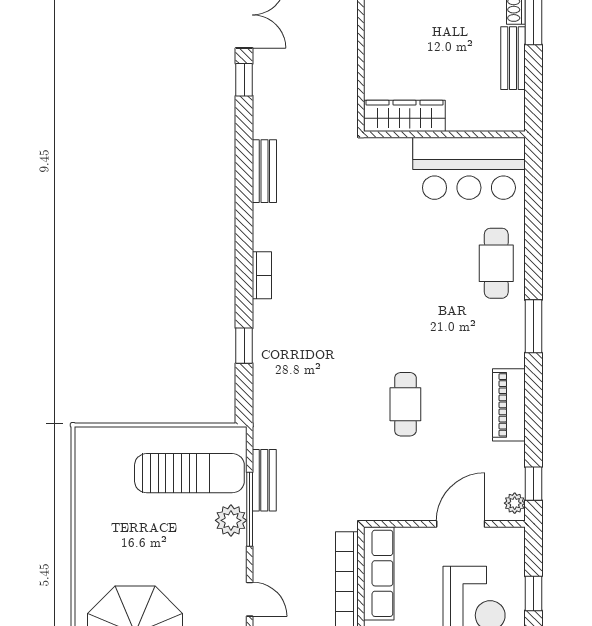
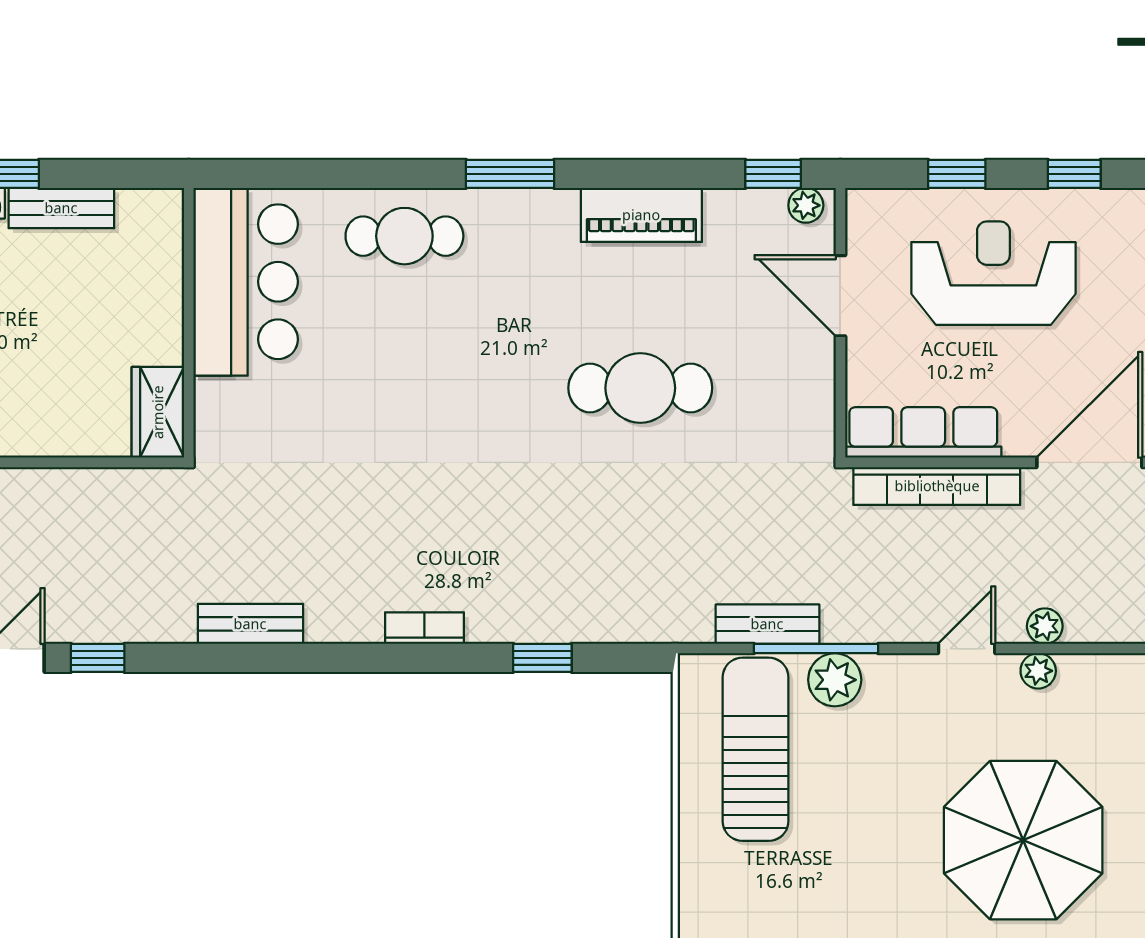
wardrobe: (405, 116) -> (158, 412), width x0.67
cafe table: (405, 404) -> (640, 388), width x1.37, depth x1.35

